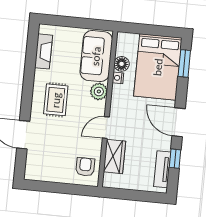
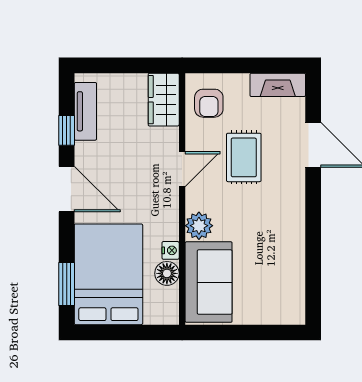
fireplace: (44, 51) -> (278, 85), moved, turned -90
rug: (56, 100) -> (244, 157), moved
wardrobe: (115, 156) -> (164, 100), moved

